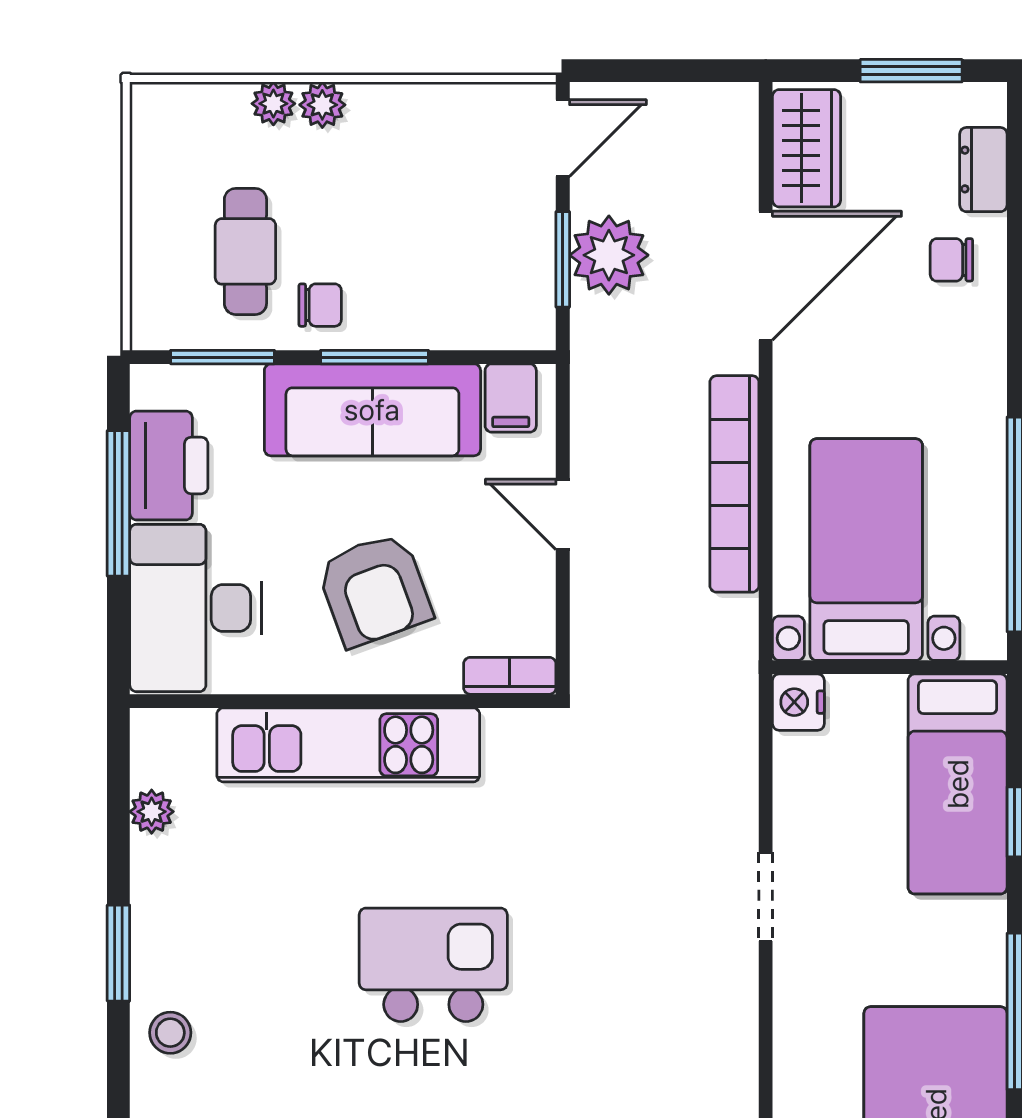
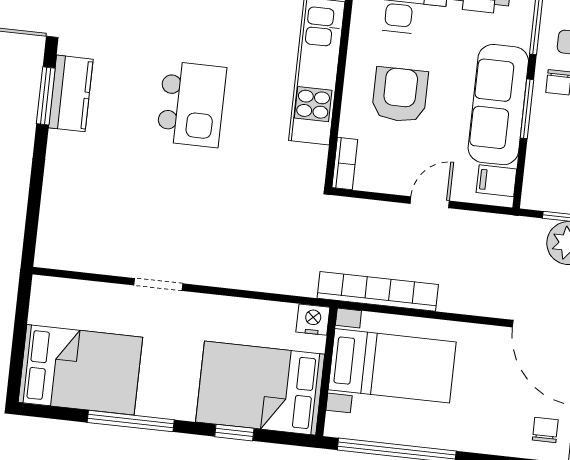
bookcase: (734, 484) -> (378, 291), moved
armchair: (374, 590) -> (400, 95), turned 110
bed: (958, 784) -> (260, 388), width x1.50
doorway: (766, 897) -> (158, 284), moved

